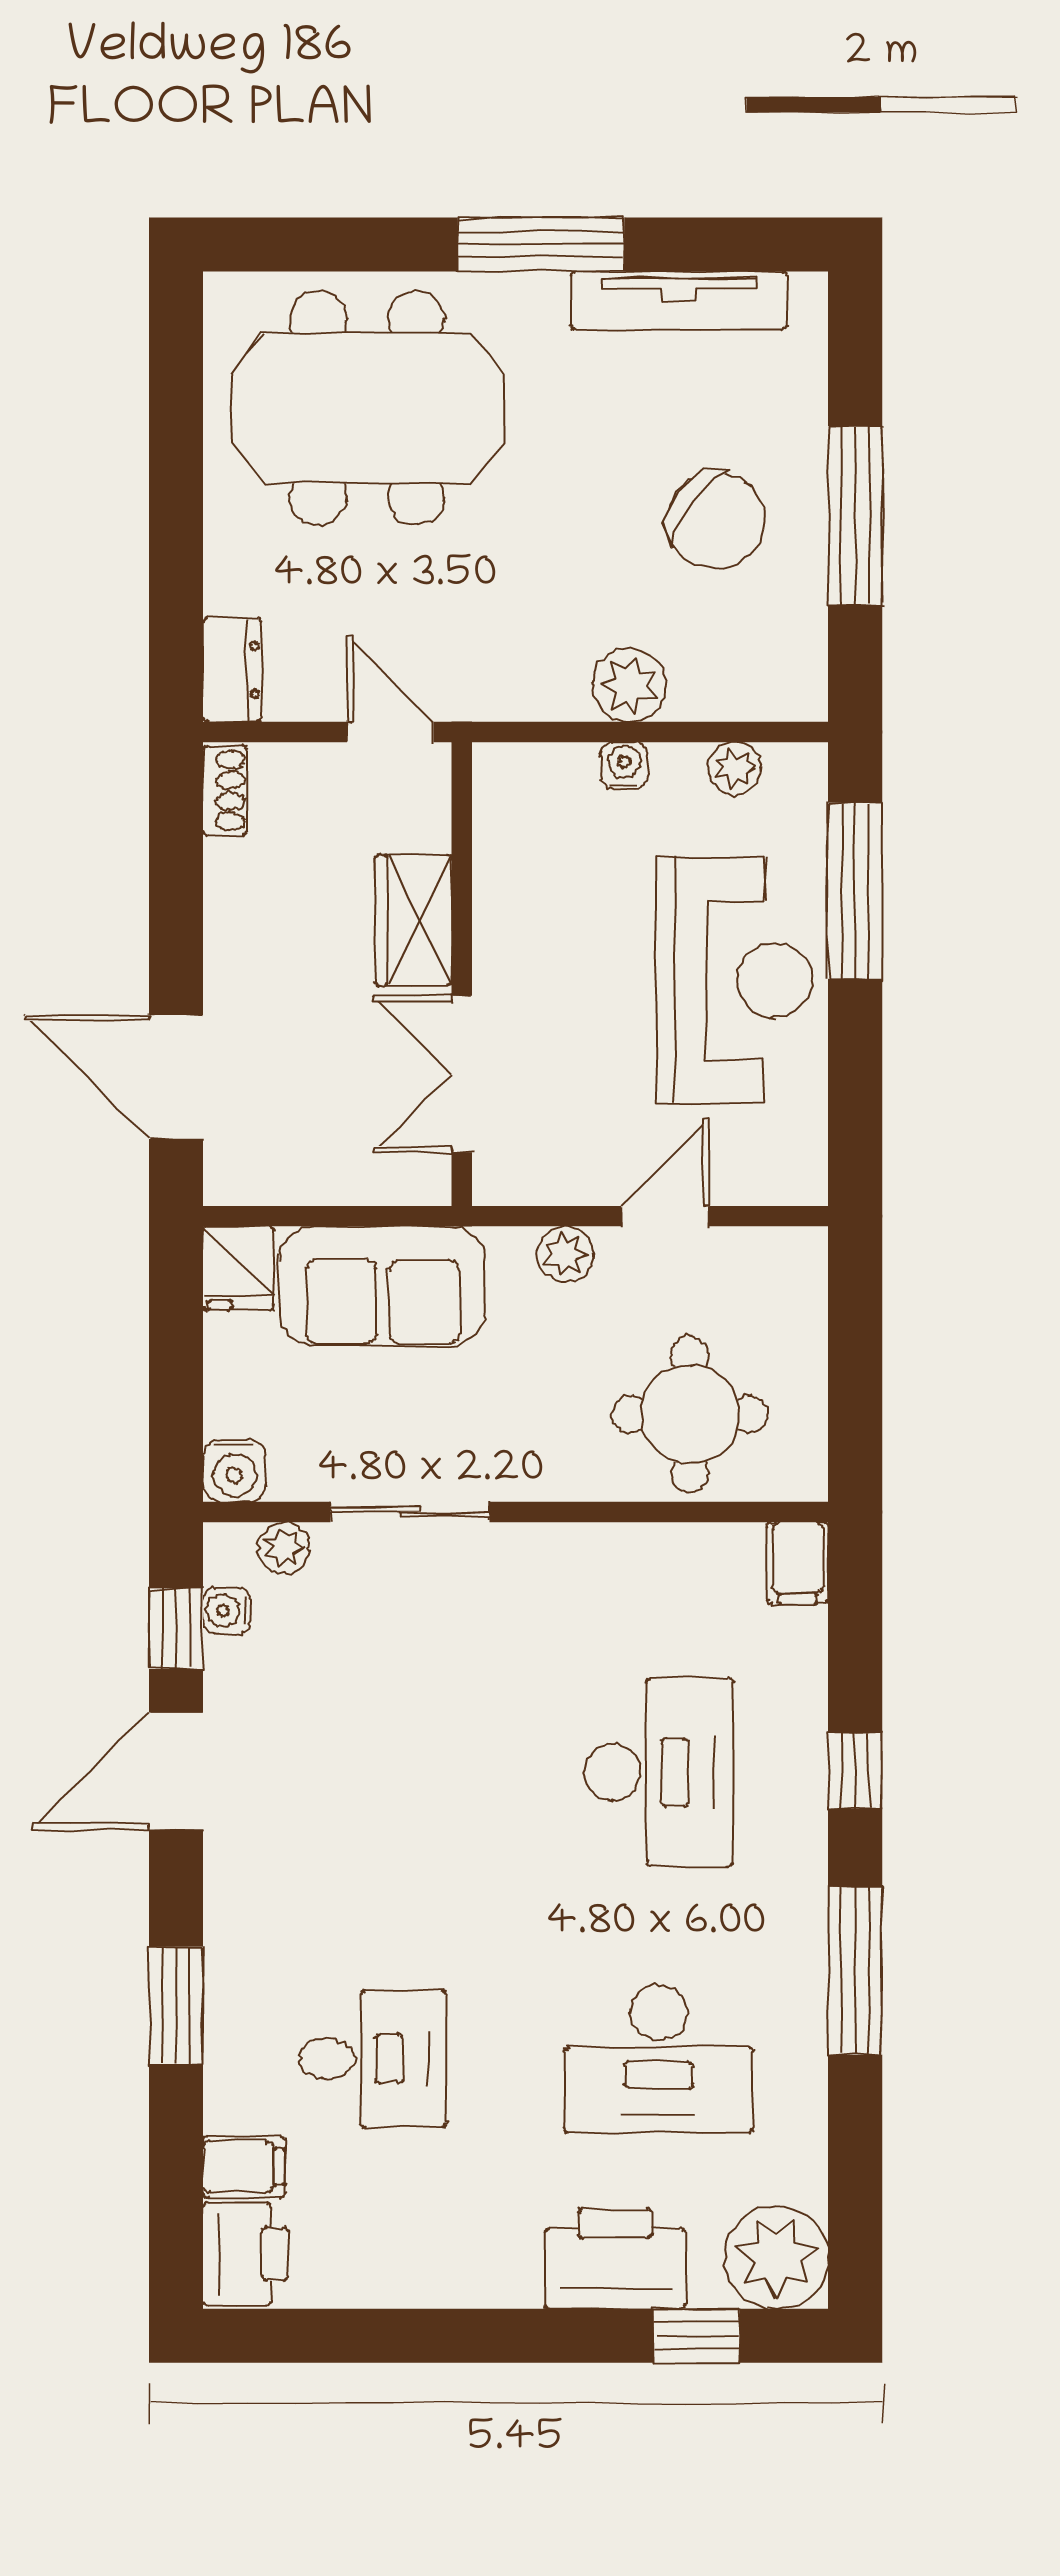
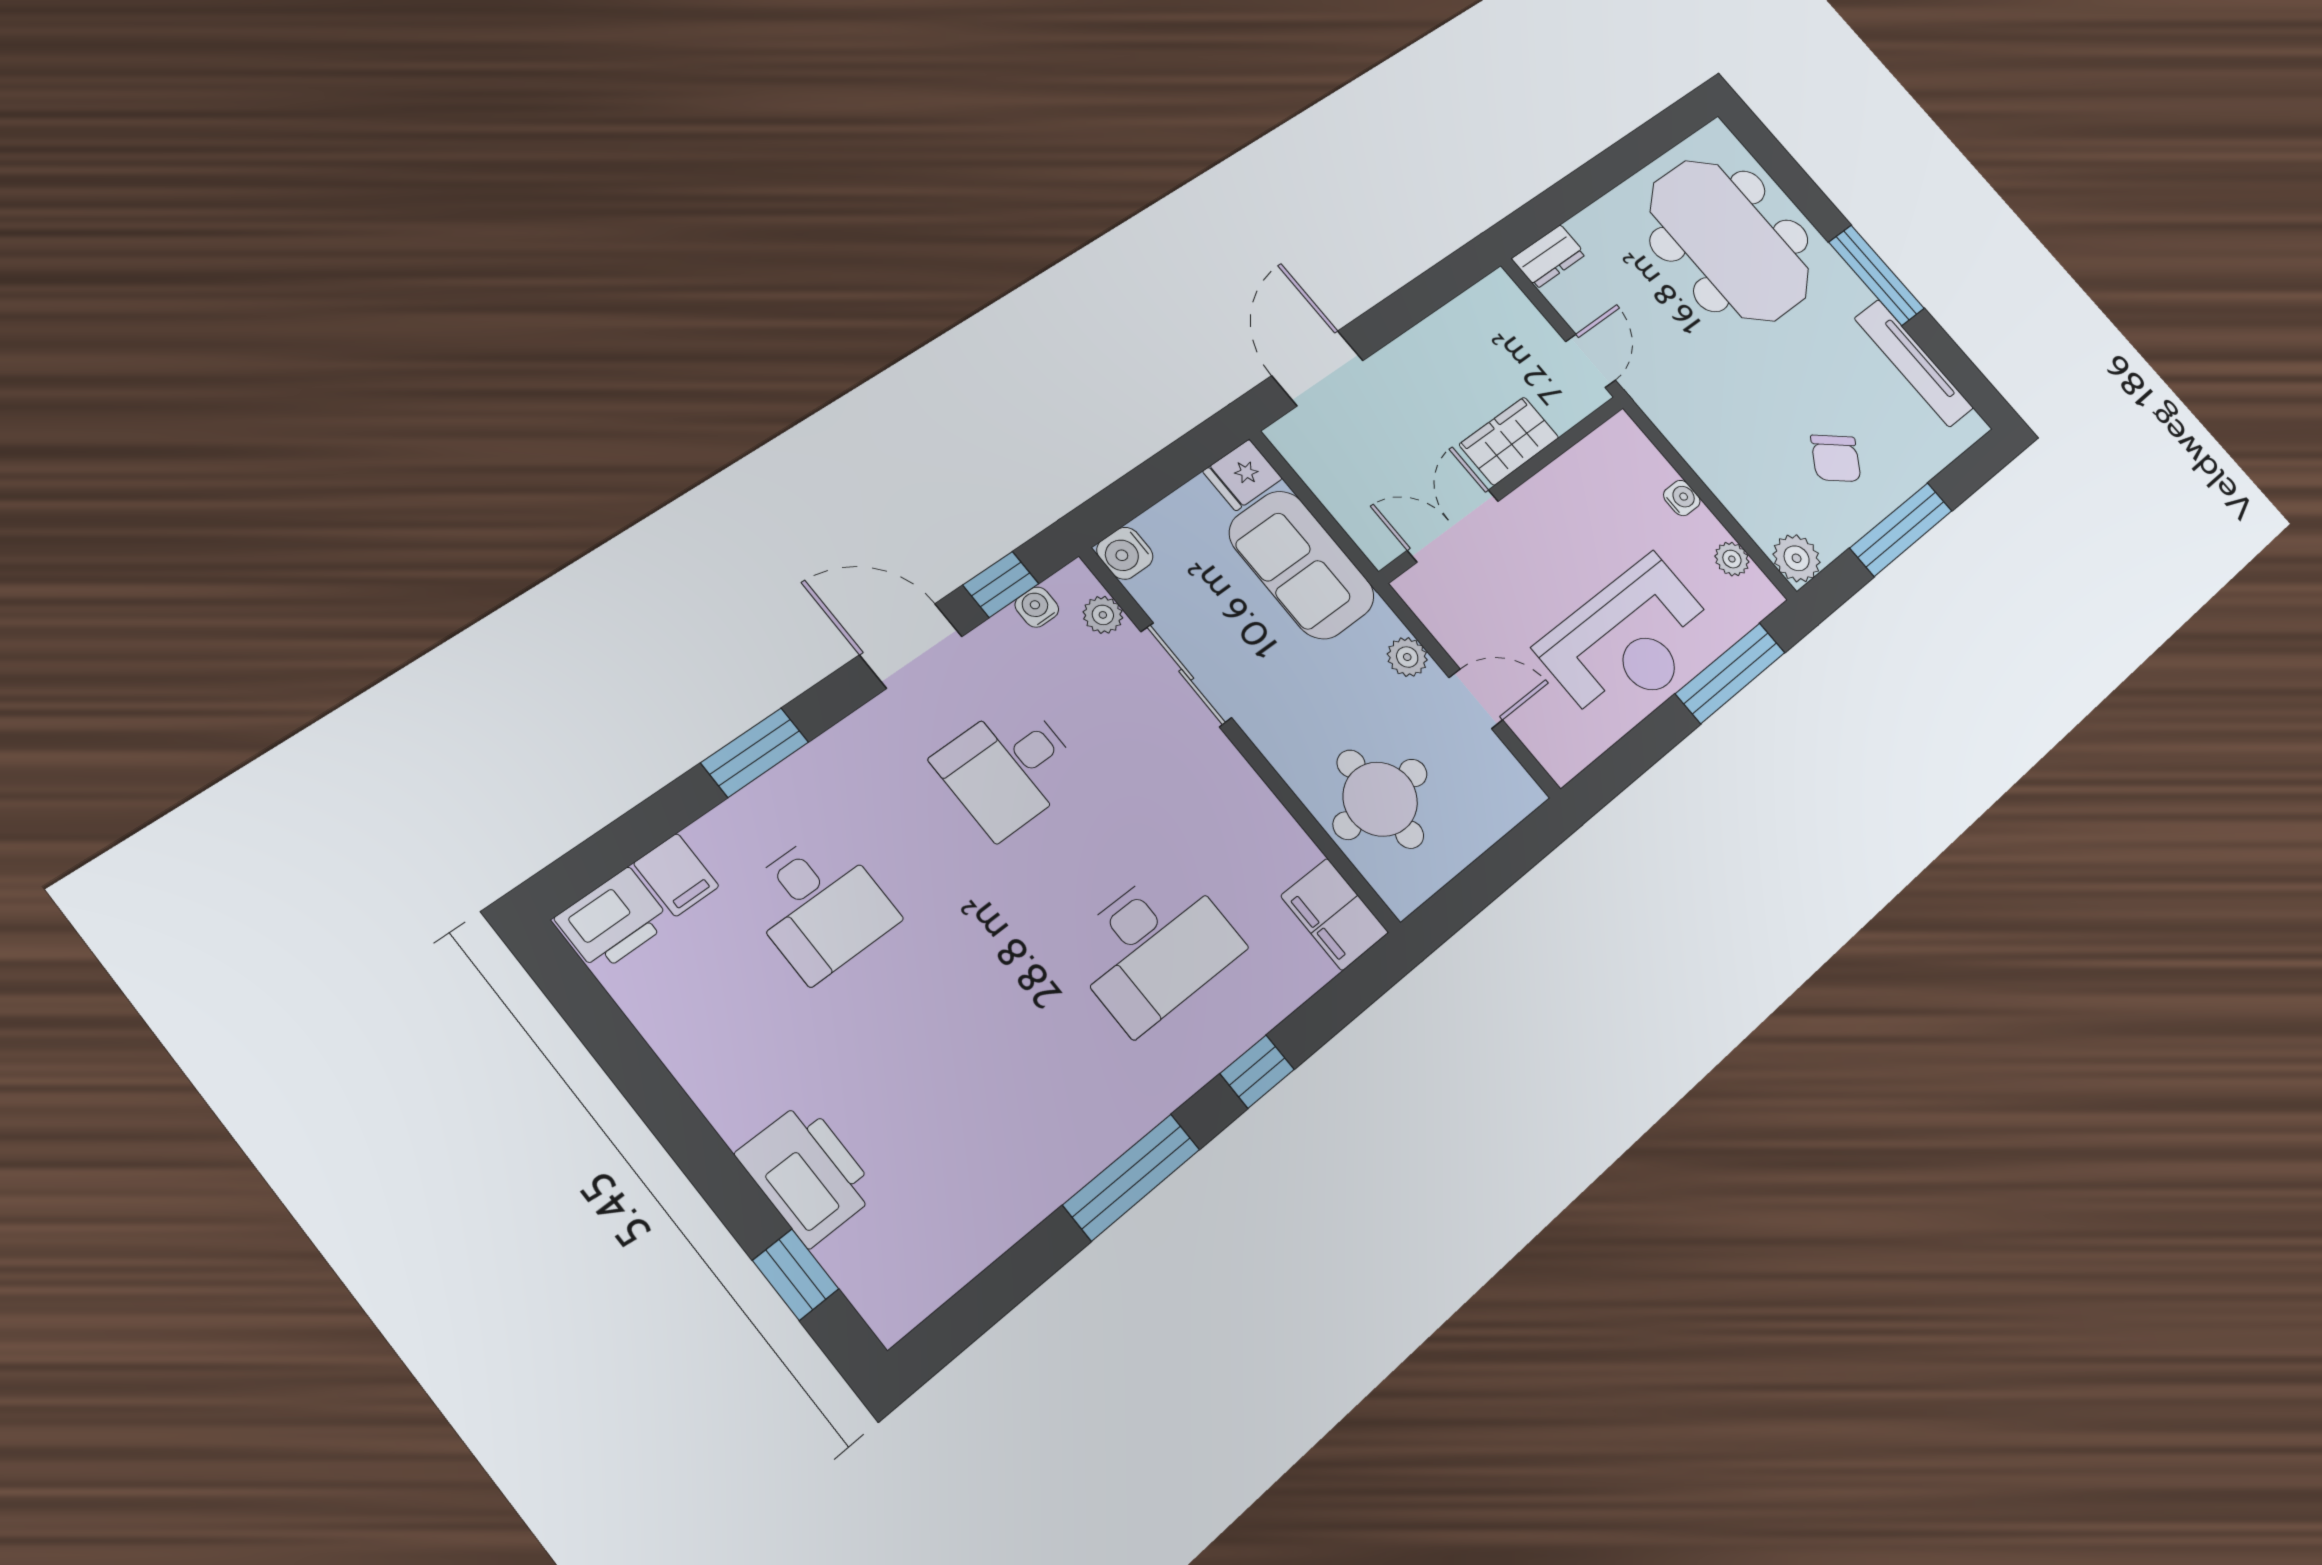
chair: (716, 521) -> (1836, 458), width x0.73, depth x0.73
plant: (629, 685) -> (1797, 558), moved
shoe rack: (225, 791) -> (1487, 293), removed
filing cabinet: (798, 1563) -> (1335, 914), width x2.00
desk: (658, 2059) -> (1009, 768), moved, width x0.73
plant: (777, 2257) -> (896, 1285), removed

